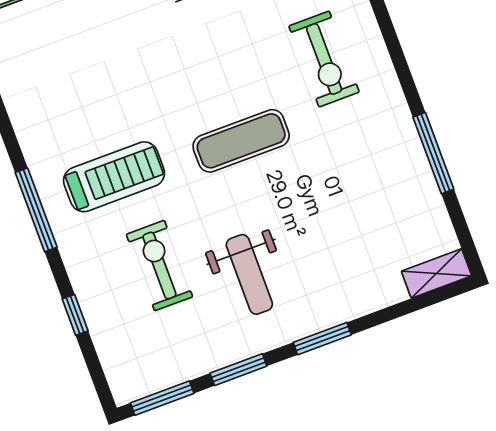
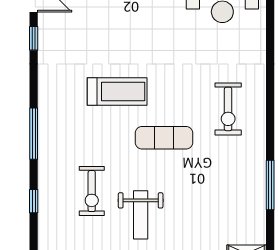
treadmill: (114, 177) -> (117, 92), moved
exercise bike: (159, 266) -> (92, 191), turned 180

